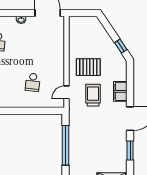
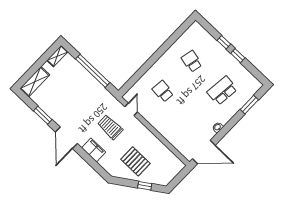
window: (121, 46) -> (145, 186), moved
pallet: (88, 67) -> (135, 161), moved, turned 90
trolley: (93, 95) -> (110, 127), turned 180

